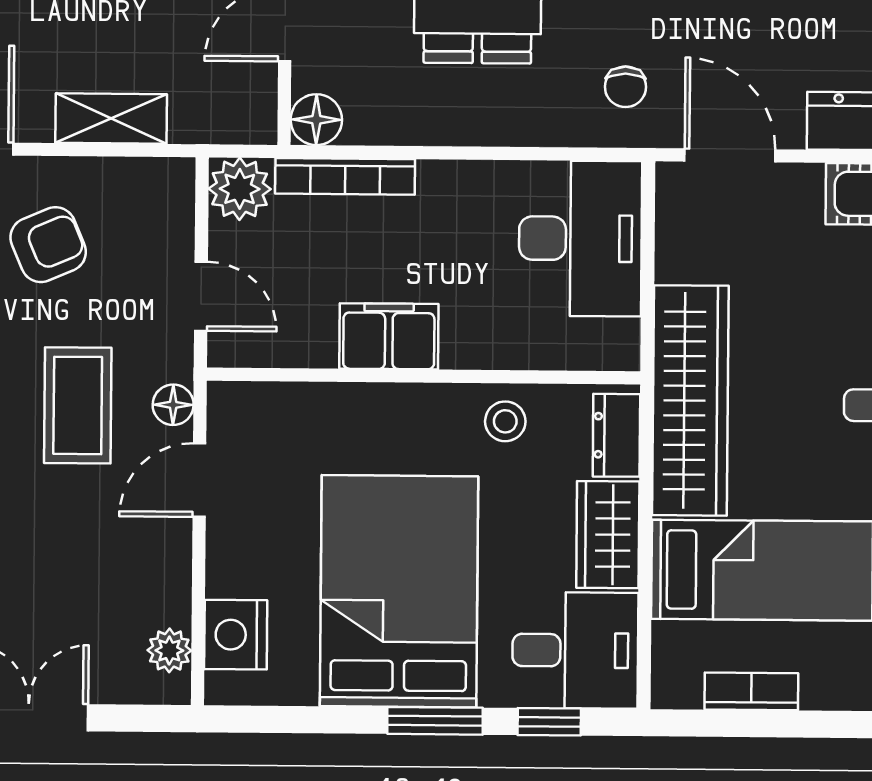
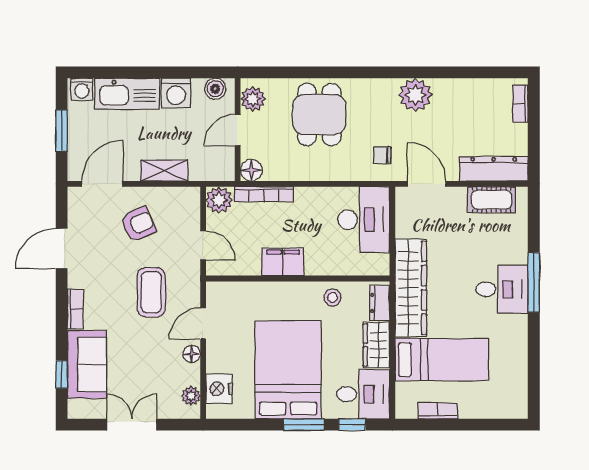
chair: (625, 87) -> (382, 155), turned 90
floor lamp: (173, 405) -> (192, 354), moved

